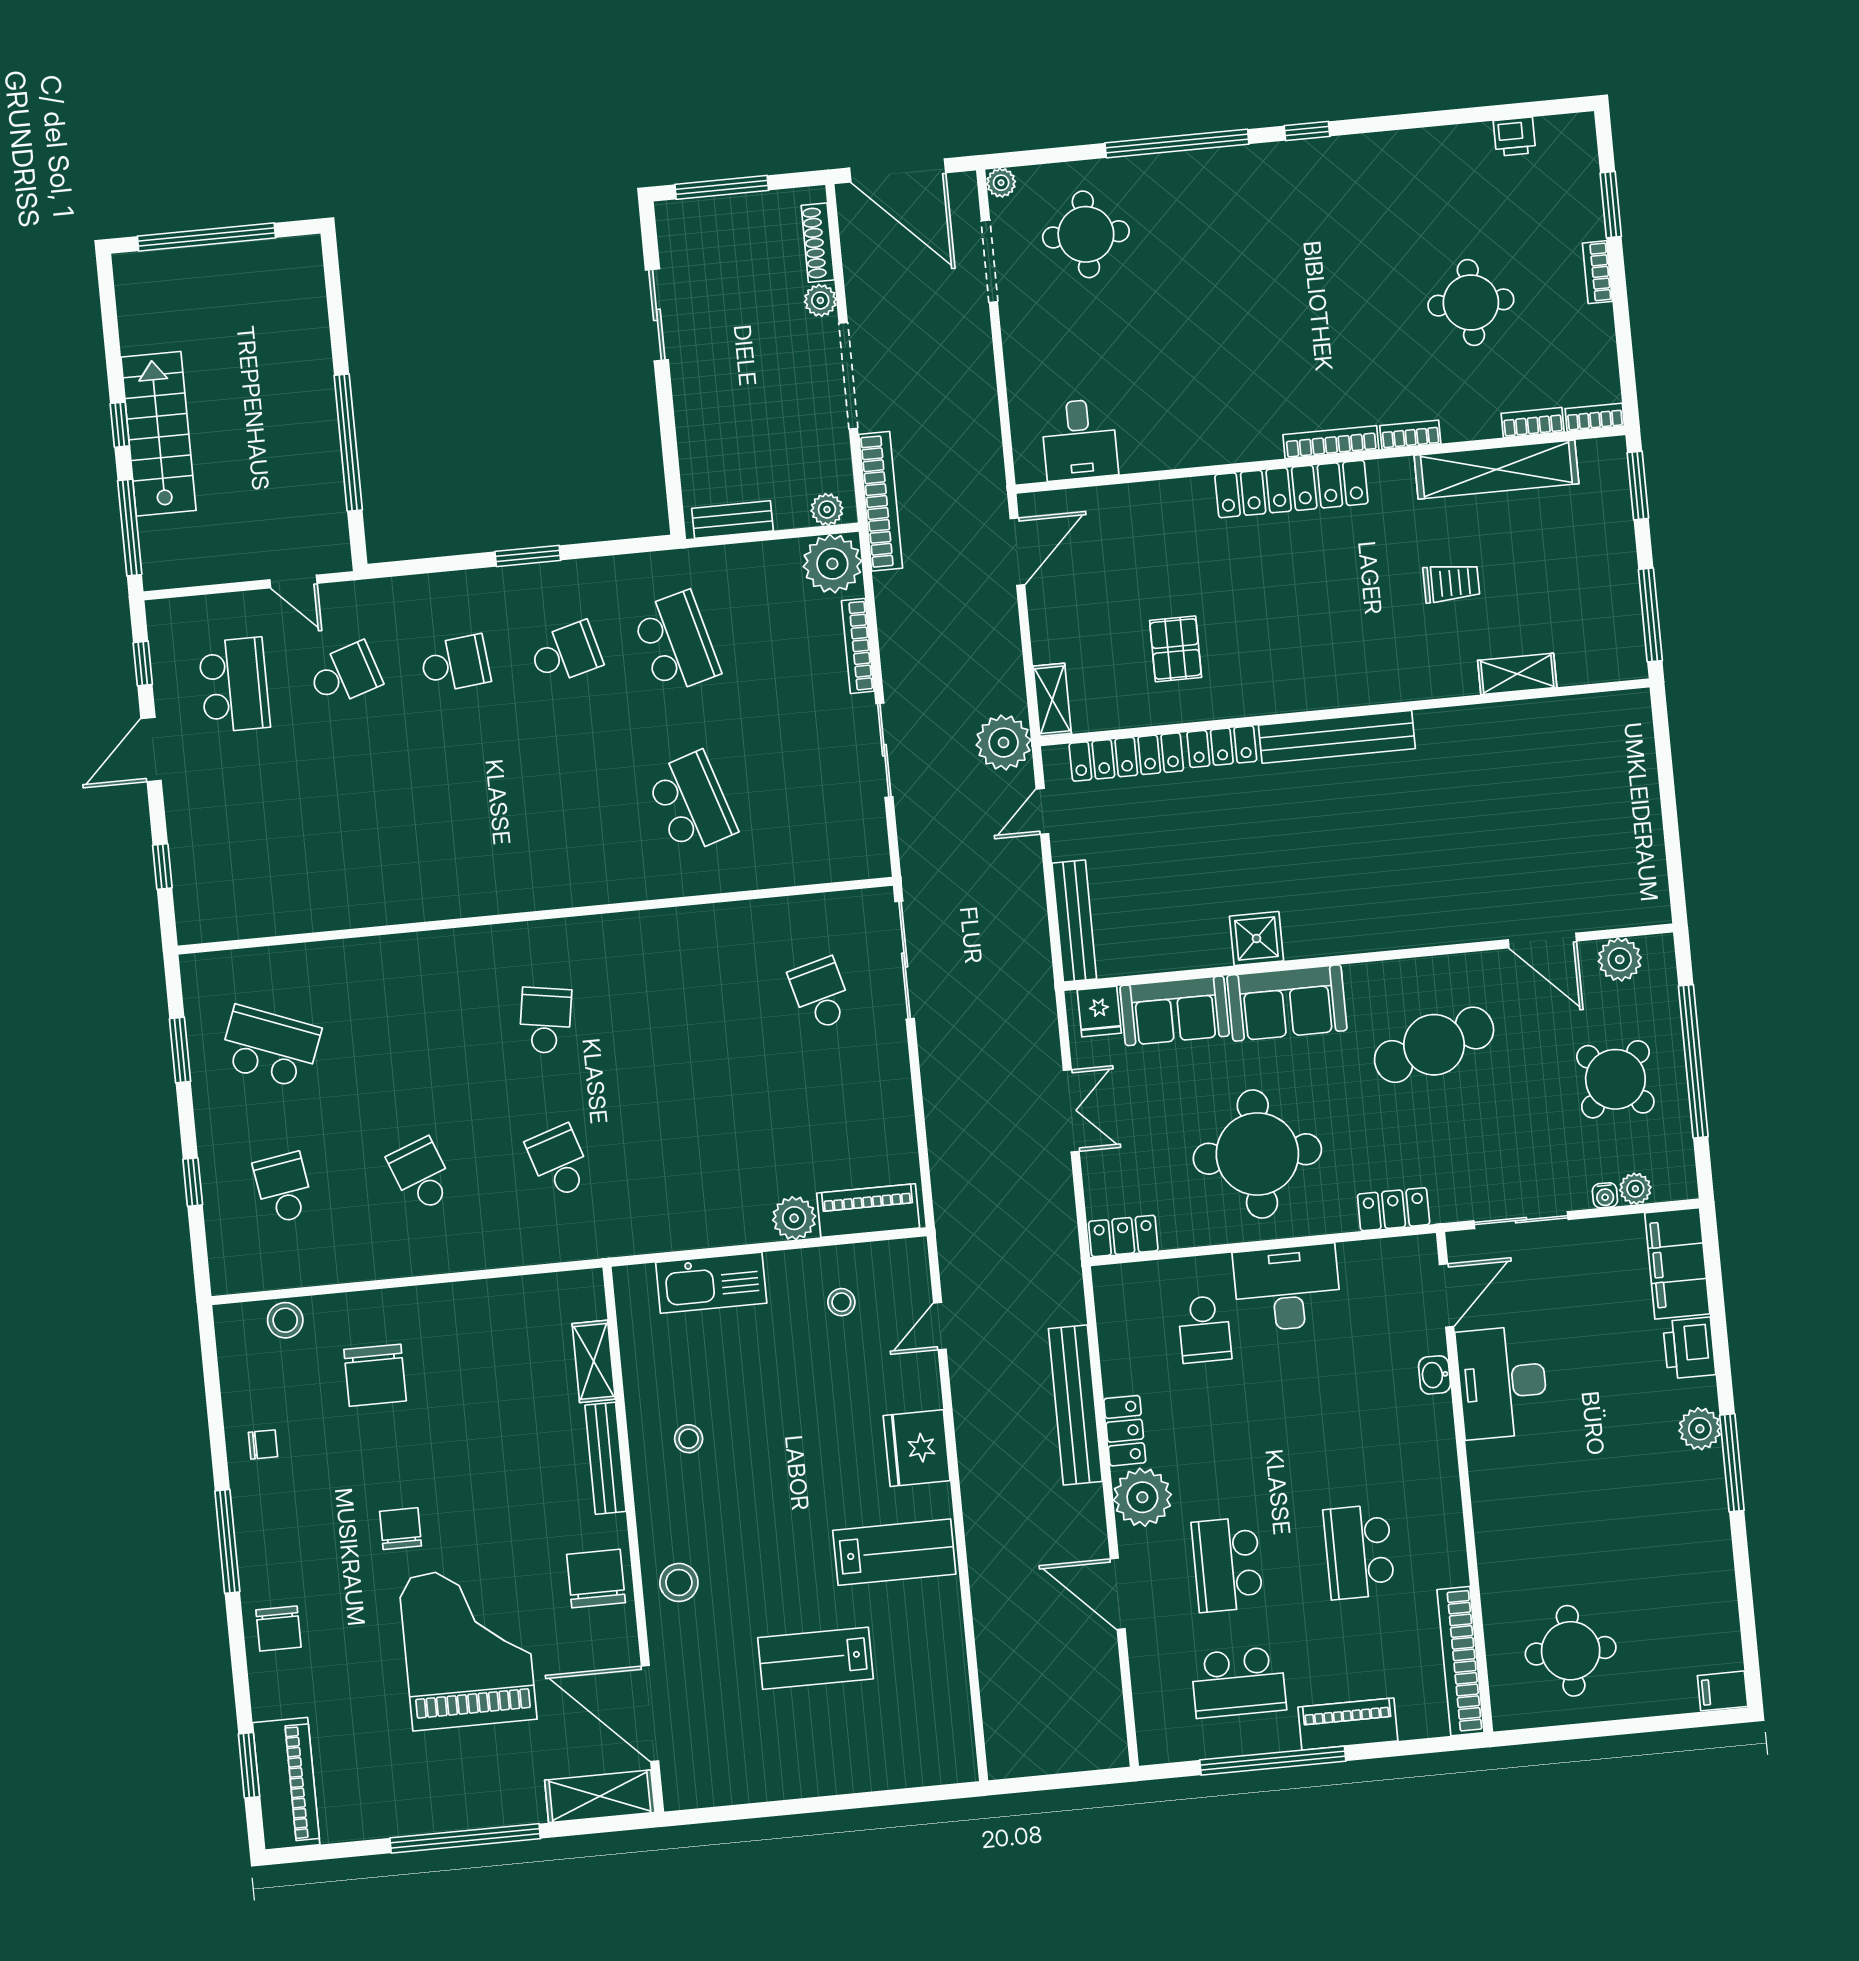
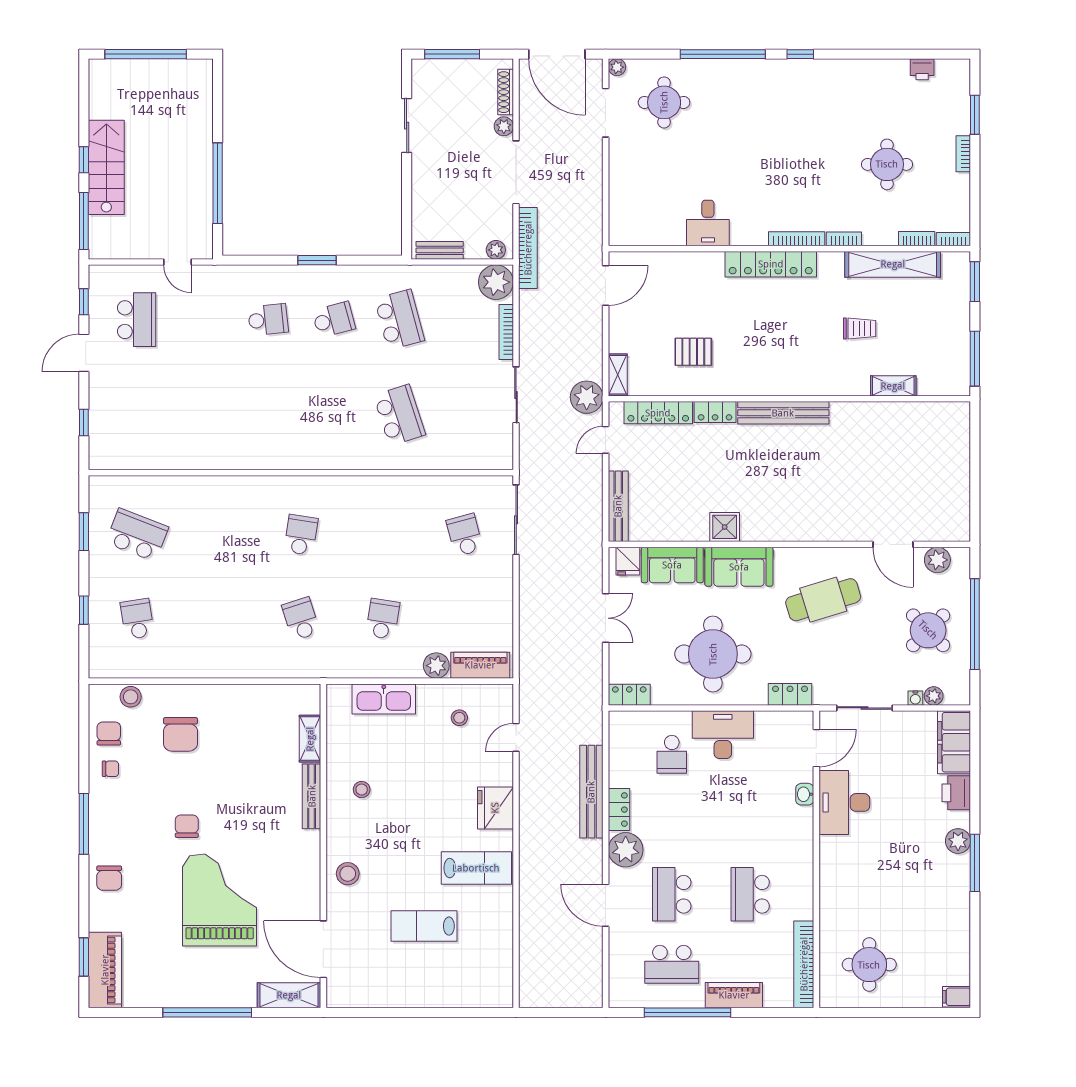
desk: (1080, 440) -> (708, 223), moved
pallet: (1176, 649) -> (693, 352), turned 90
school desk: (345, 674) -> (202, 320), removed
school desk: (421, 1175) -> (383, 619), moved, turned 30
chair: (596, 1579) -> (109, 733), moved, width x0.73, depth x0.73

